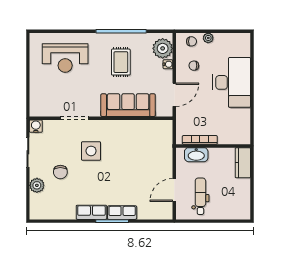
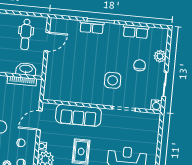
row of seats: (91, 212) -> (136, 31), moved

